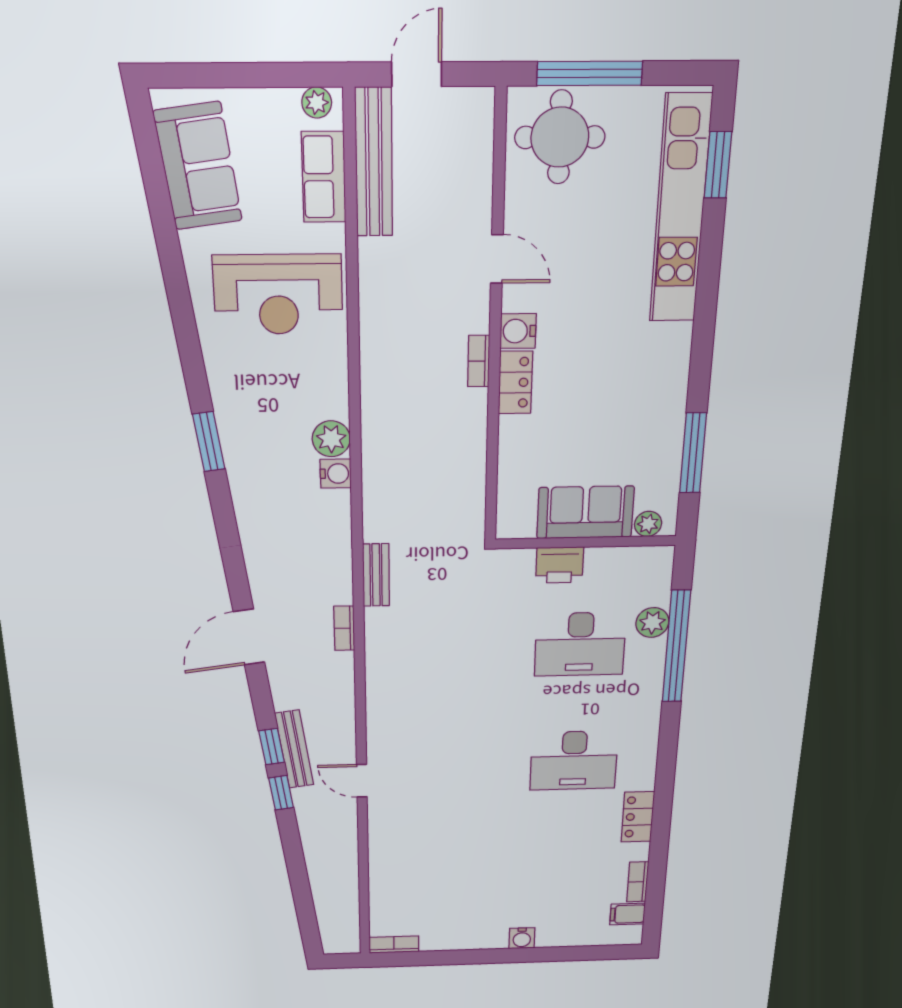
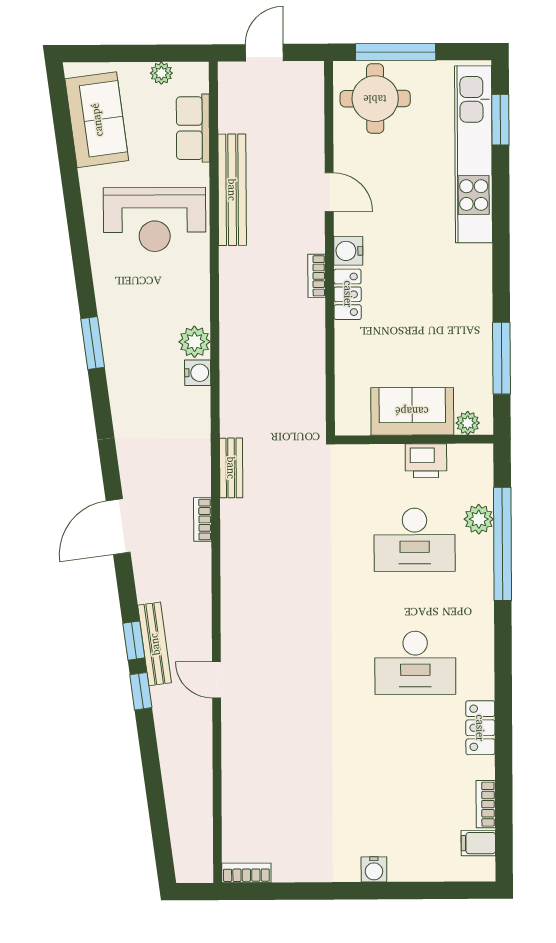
plant: (317, 103) -> (161, 73), moved
bench: (374, 163) -> (232, 190), moved
printer: (560, 565) -> (426, 461), moved

